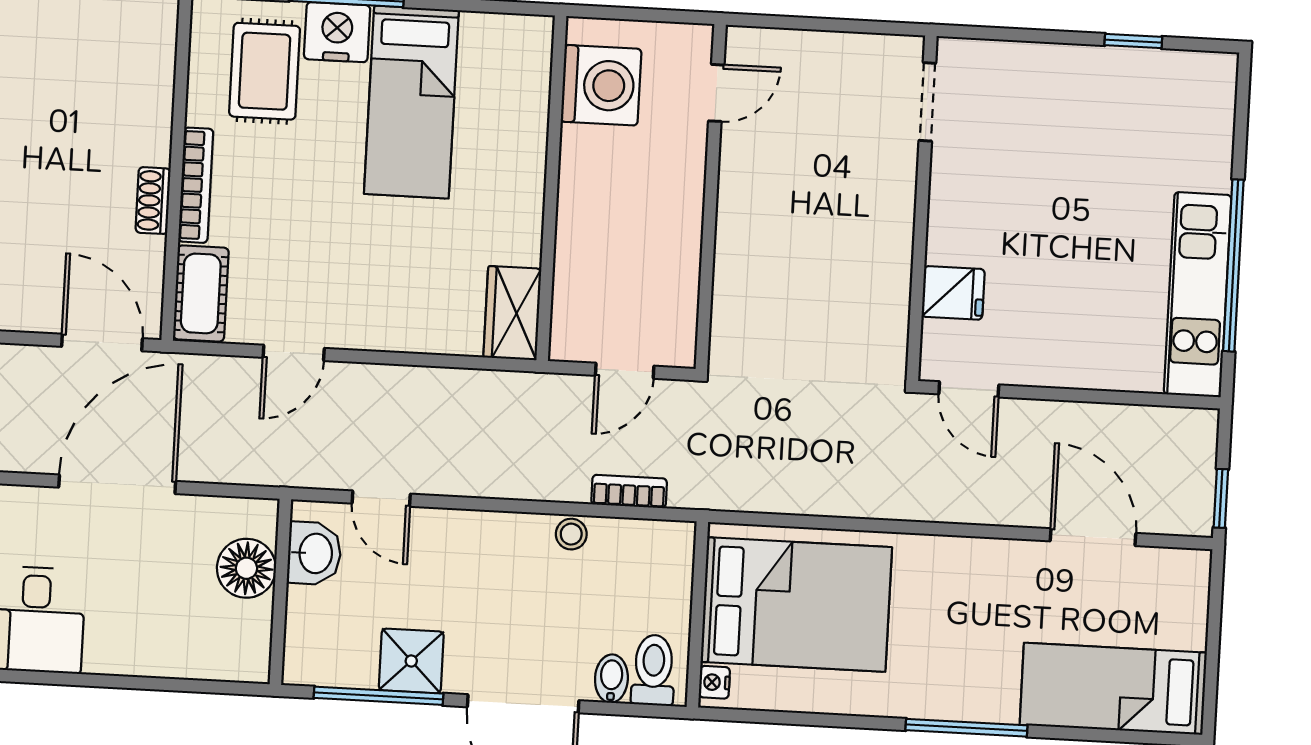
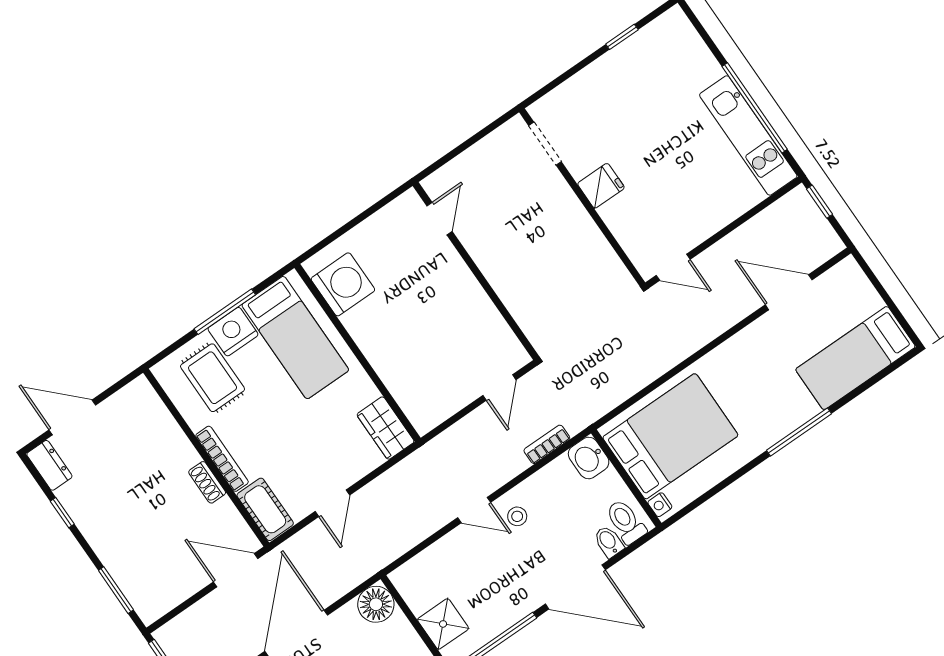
washing machine: (601, 85) -> (343, 284), moved
wall: (551, 188) -> (358, 353), moved
fridge: (953, 293) -> (601, 186), moved
wardrobe: (512, 313) -> (386, 428), moved
window: (1221, 498) -> (820, 202), moved
door: (381, 499) -> (474, 510), moved
stool: (571, 534) -> (517, 516), moved
washbasin: (314, 553) -> (589, 458), moved, turned 180
floor lamp: (246, 568) -> (376, 604), moved
shower: (411, 661) -> (443, 624), moved

